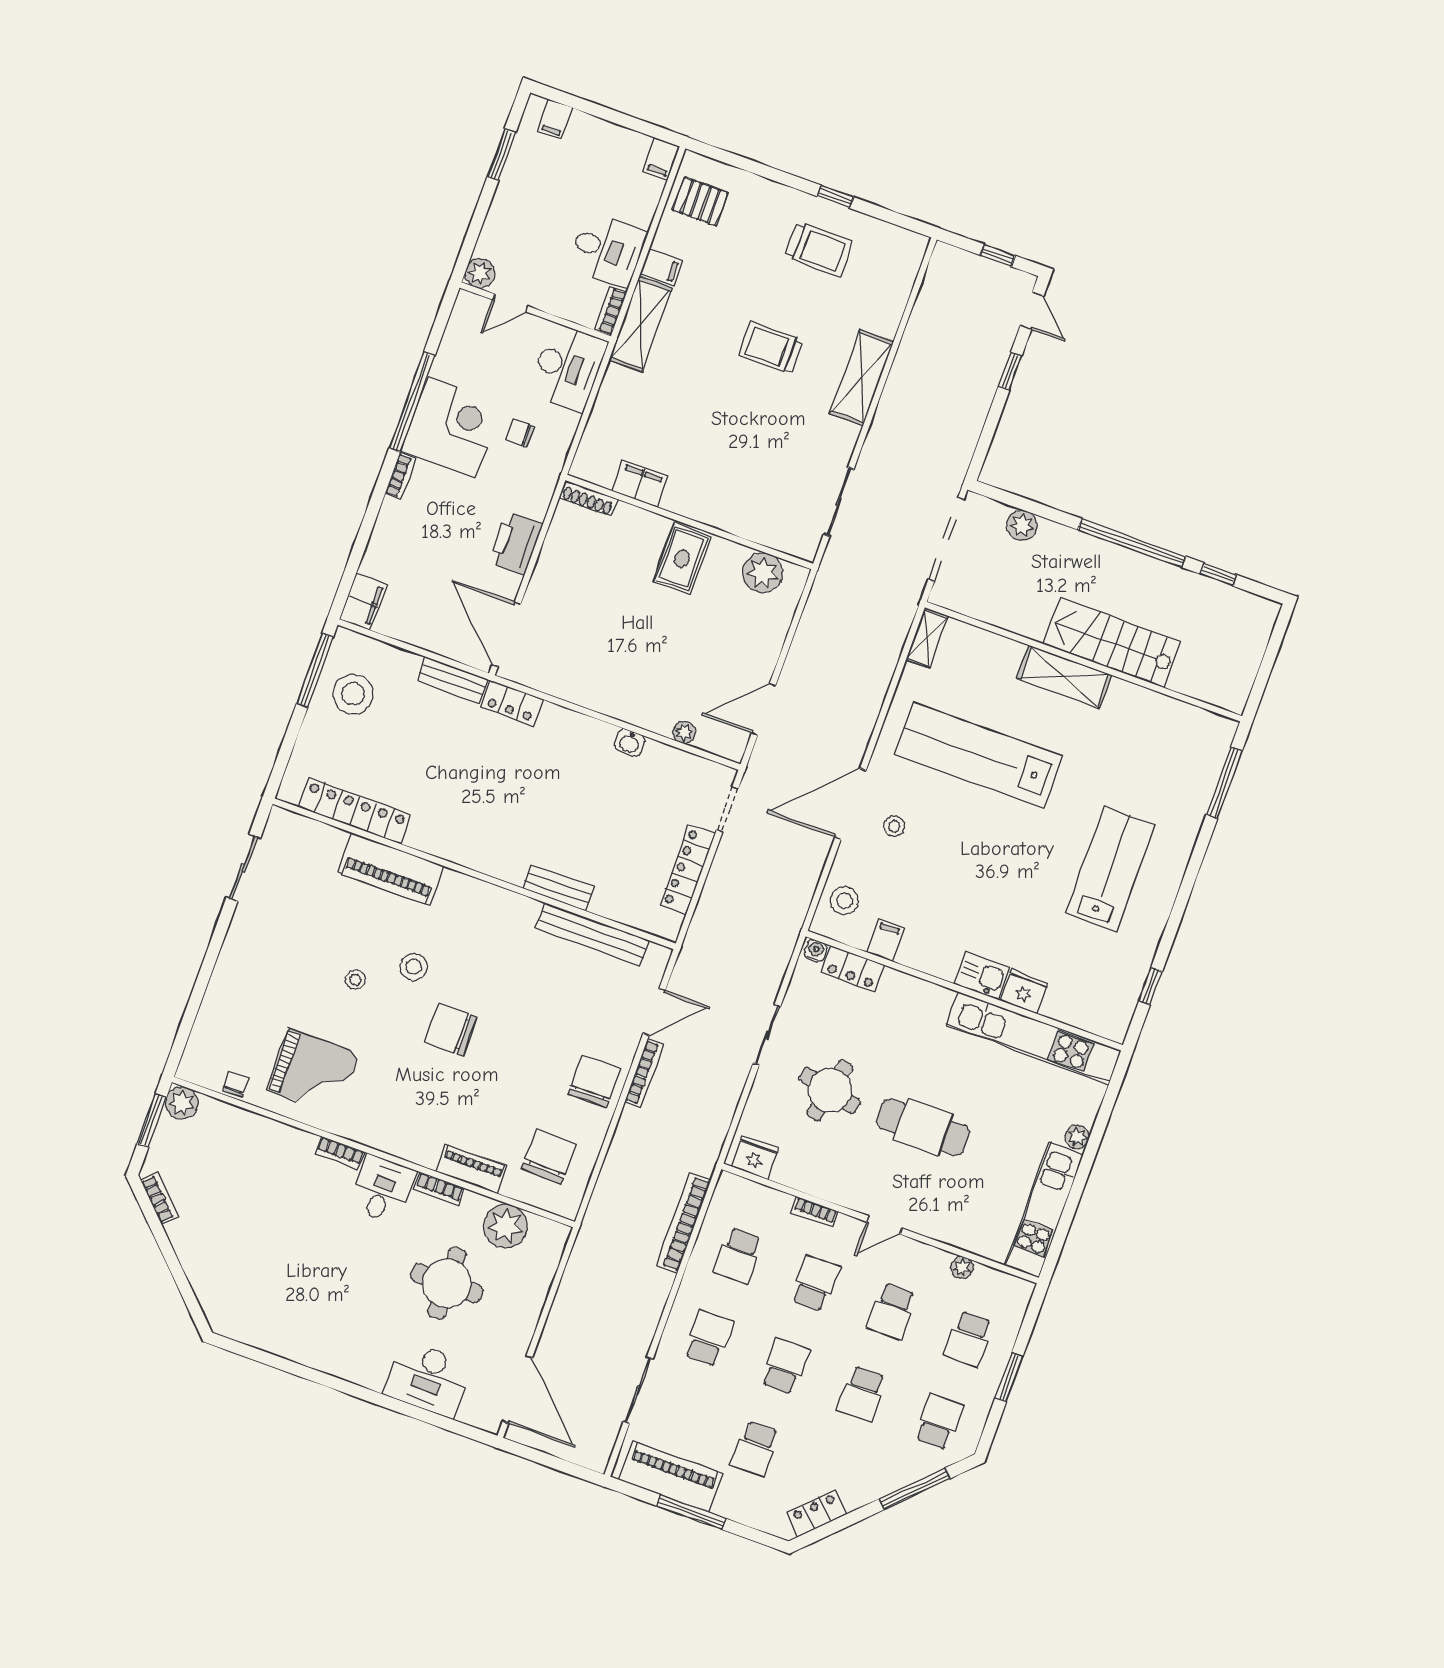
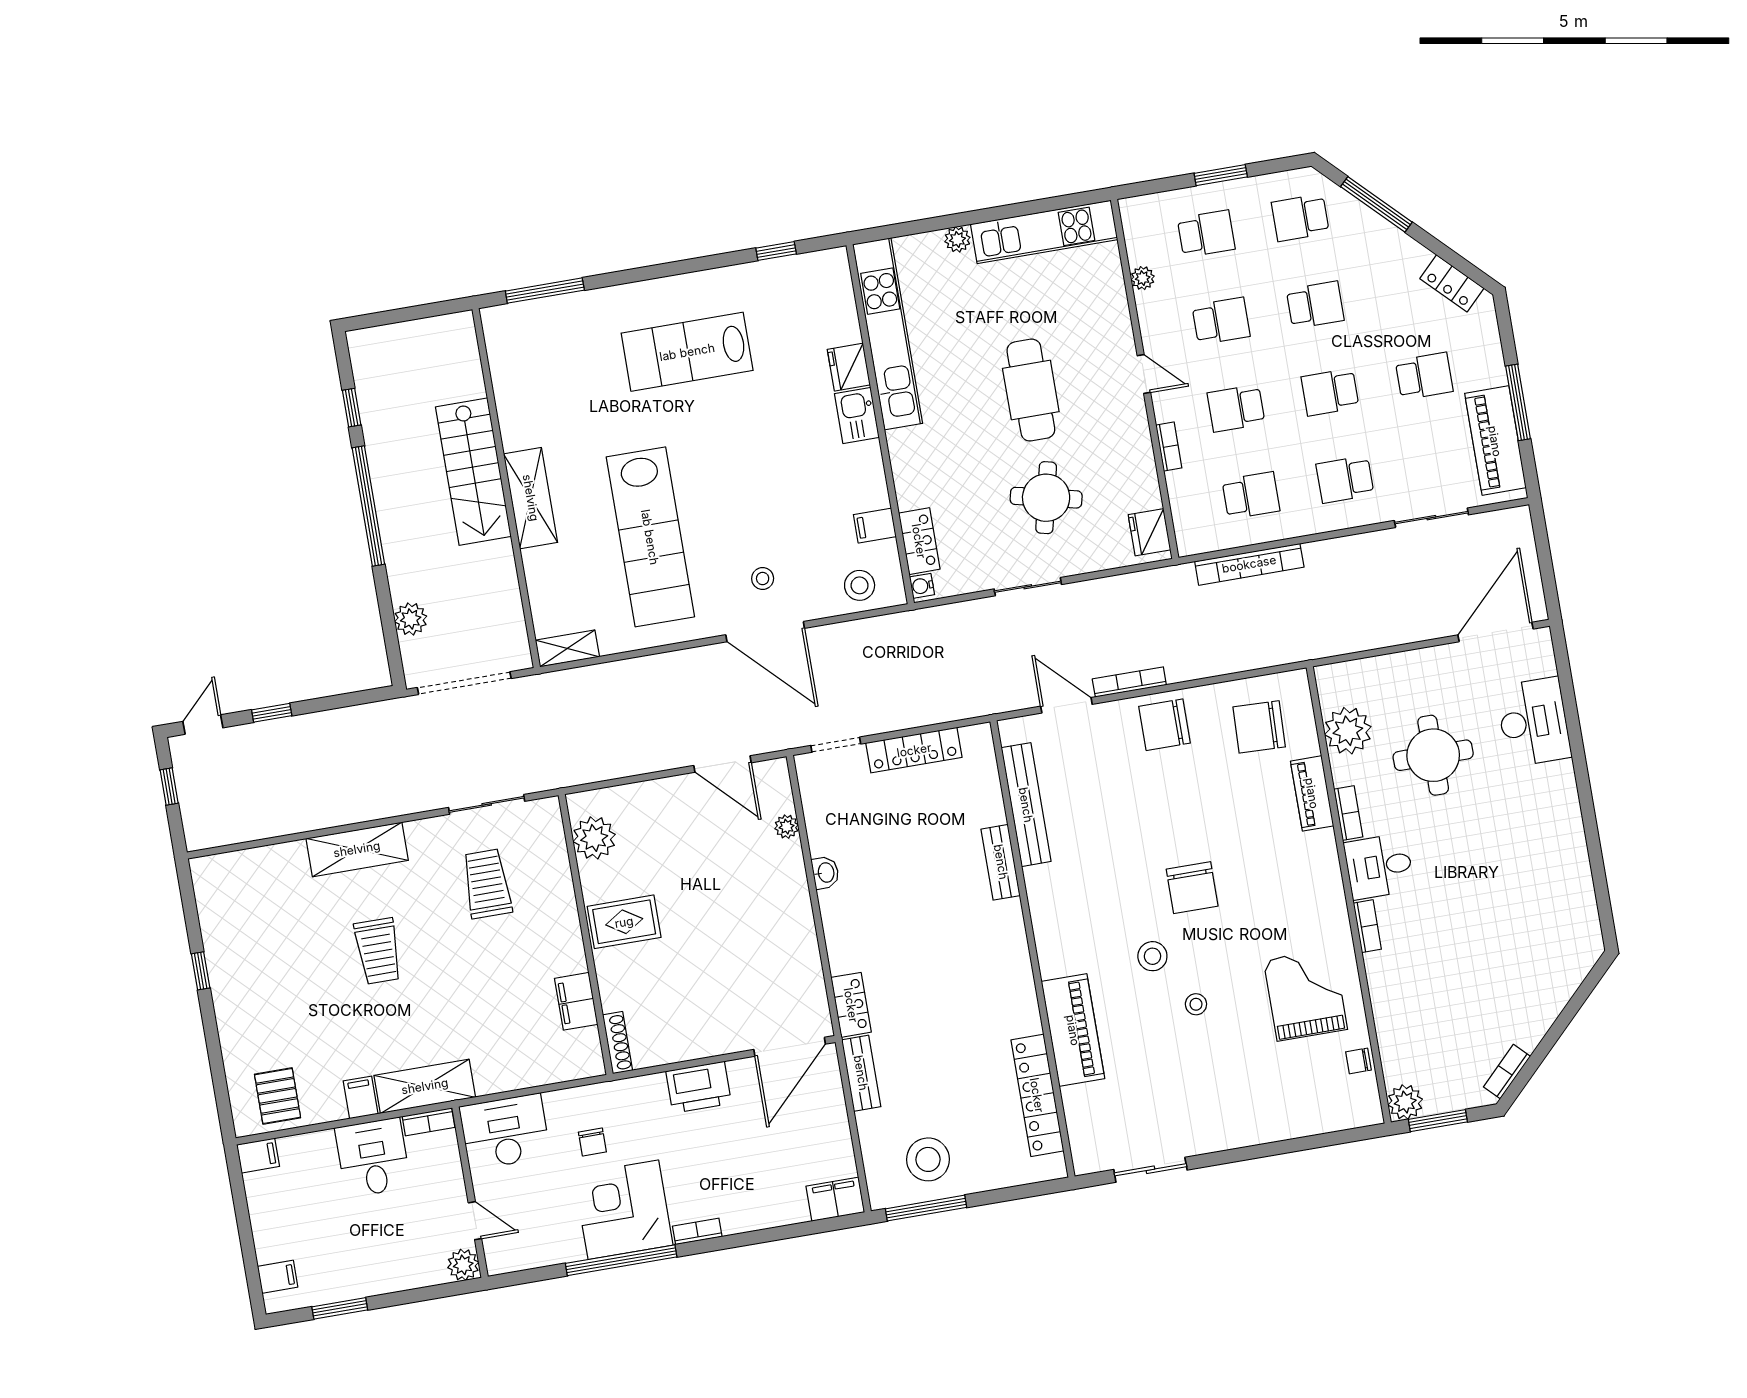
trolley: (819, 249) -> (487, 884), moved

